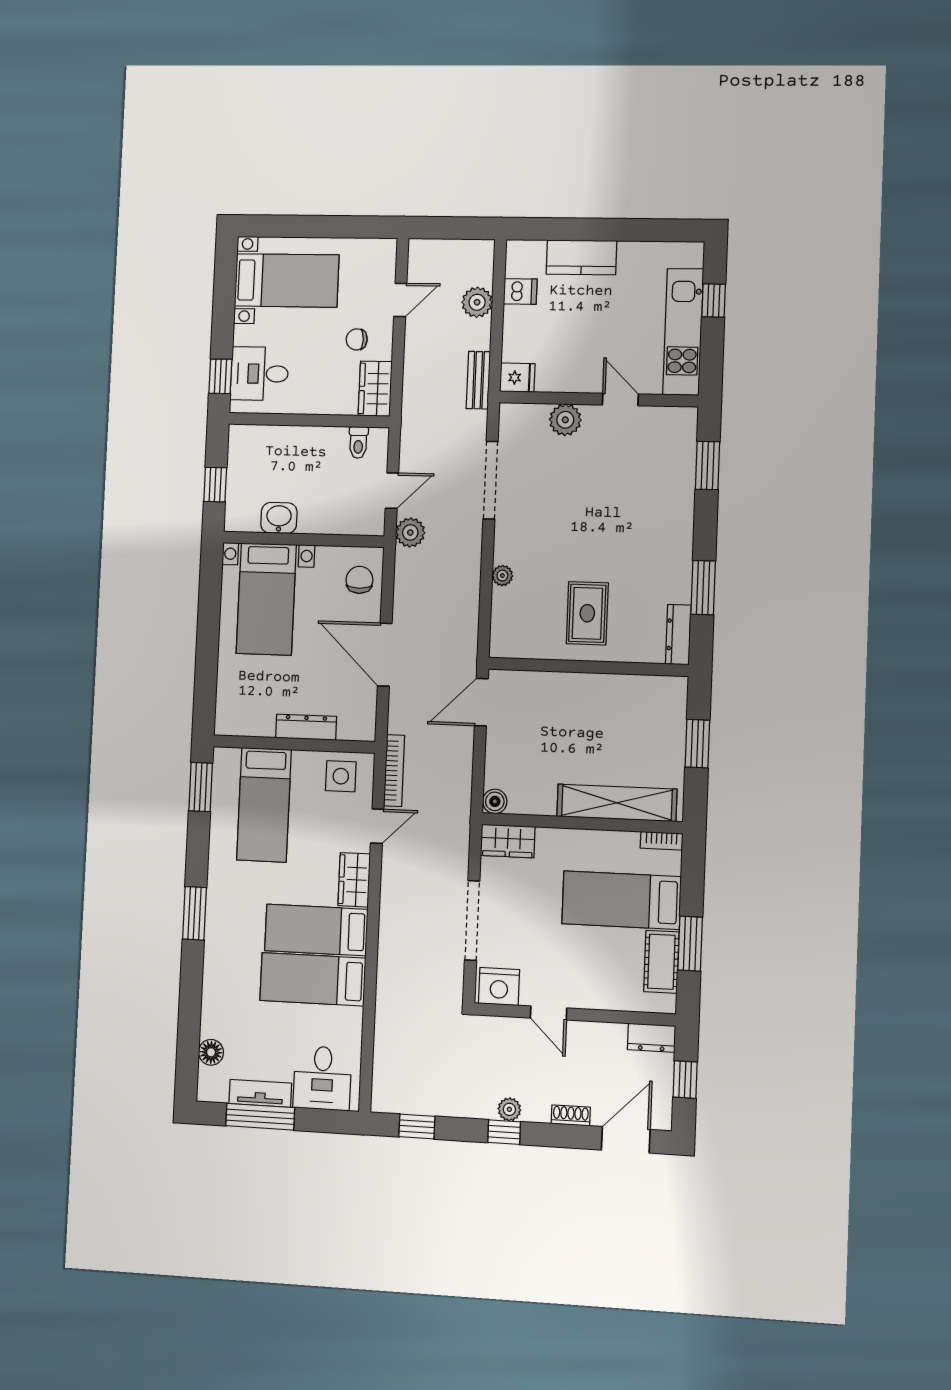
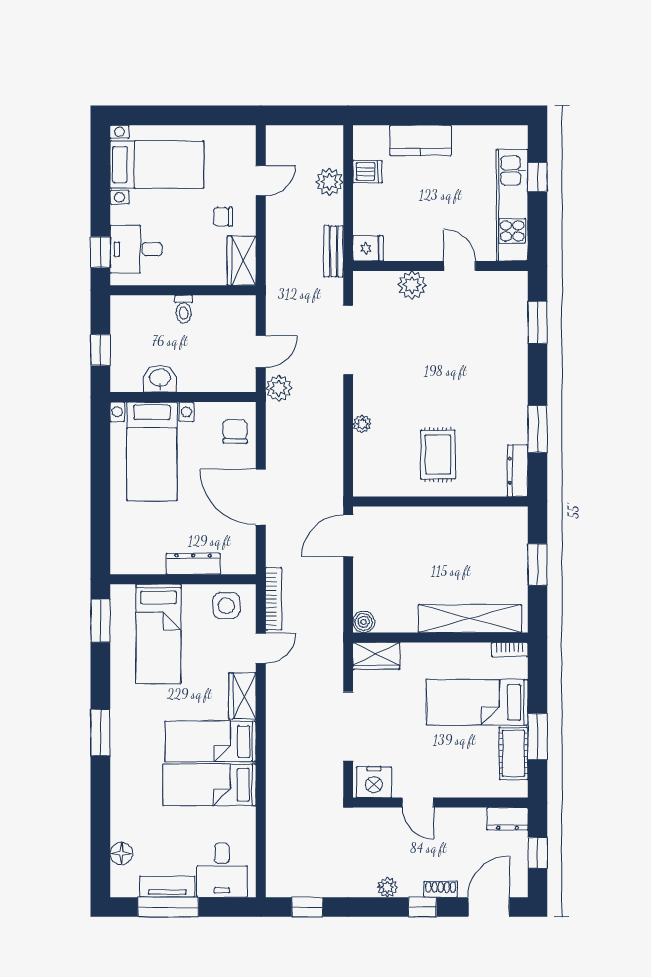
toilet: (358, 442) -> (184, 309), moved
window: (504, 1132) -> (423, 907), moved

